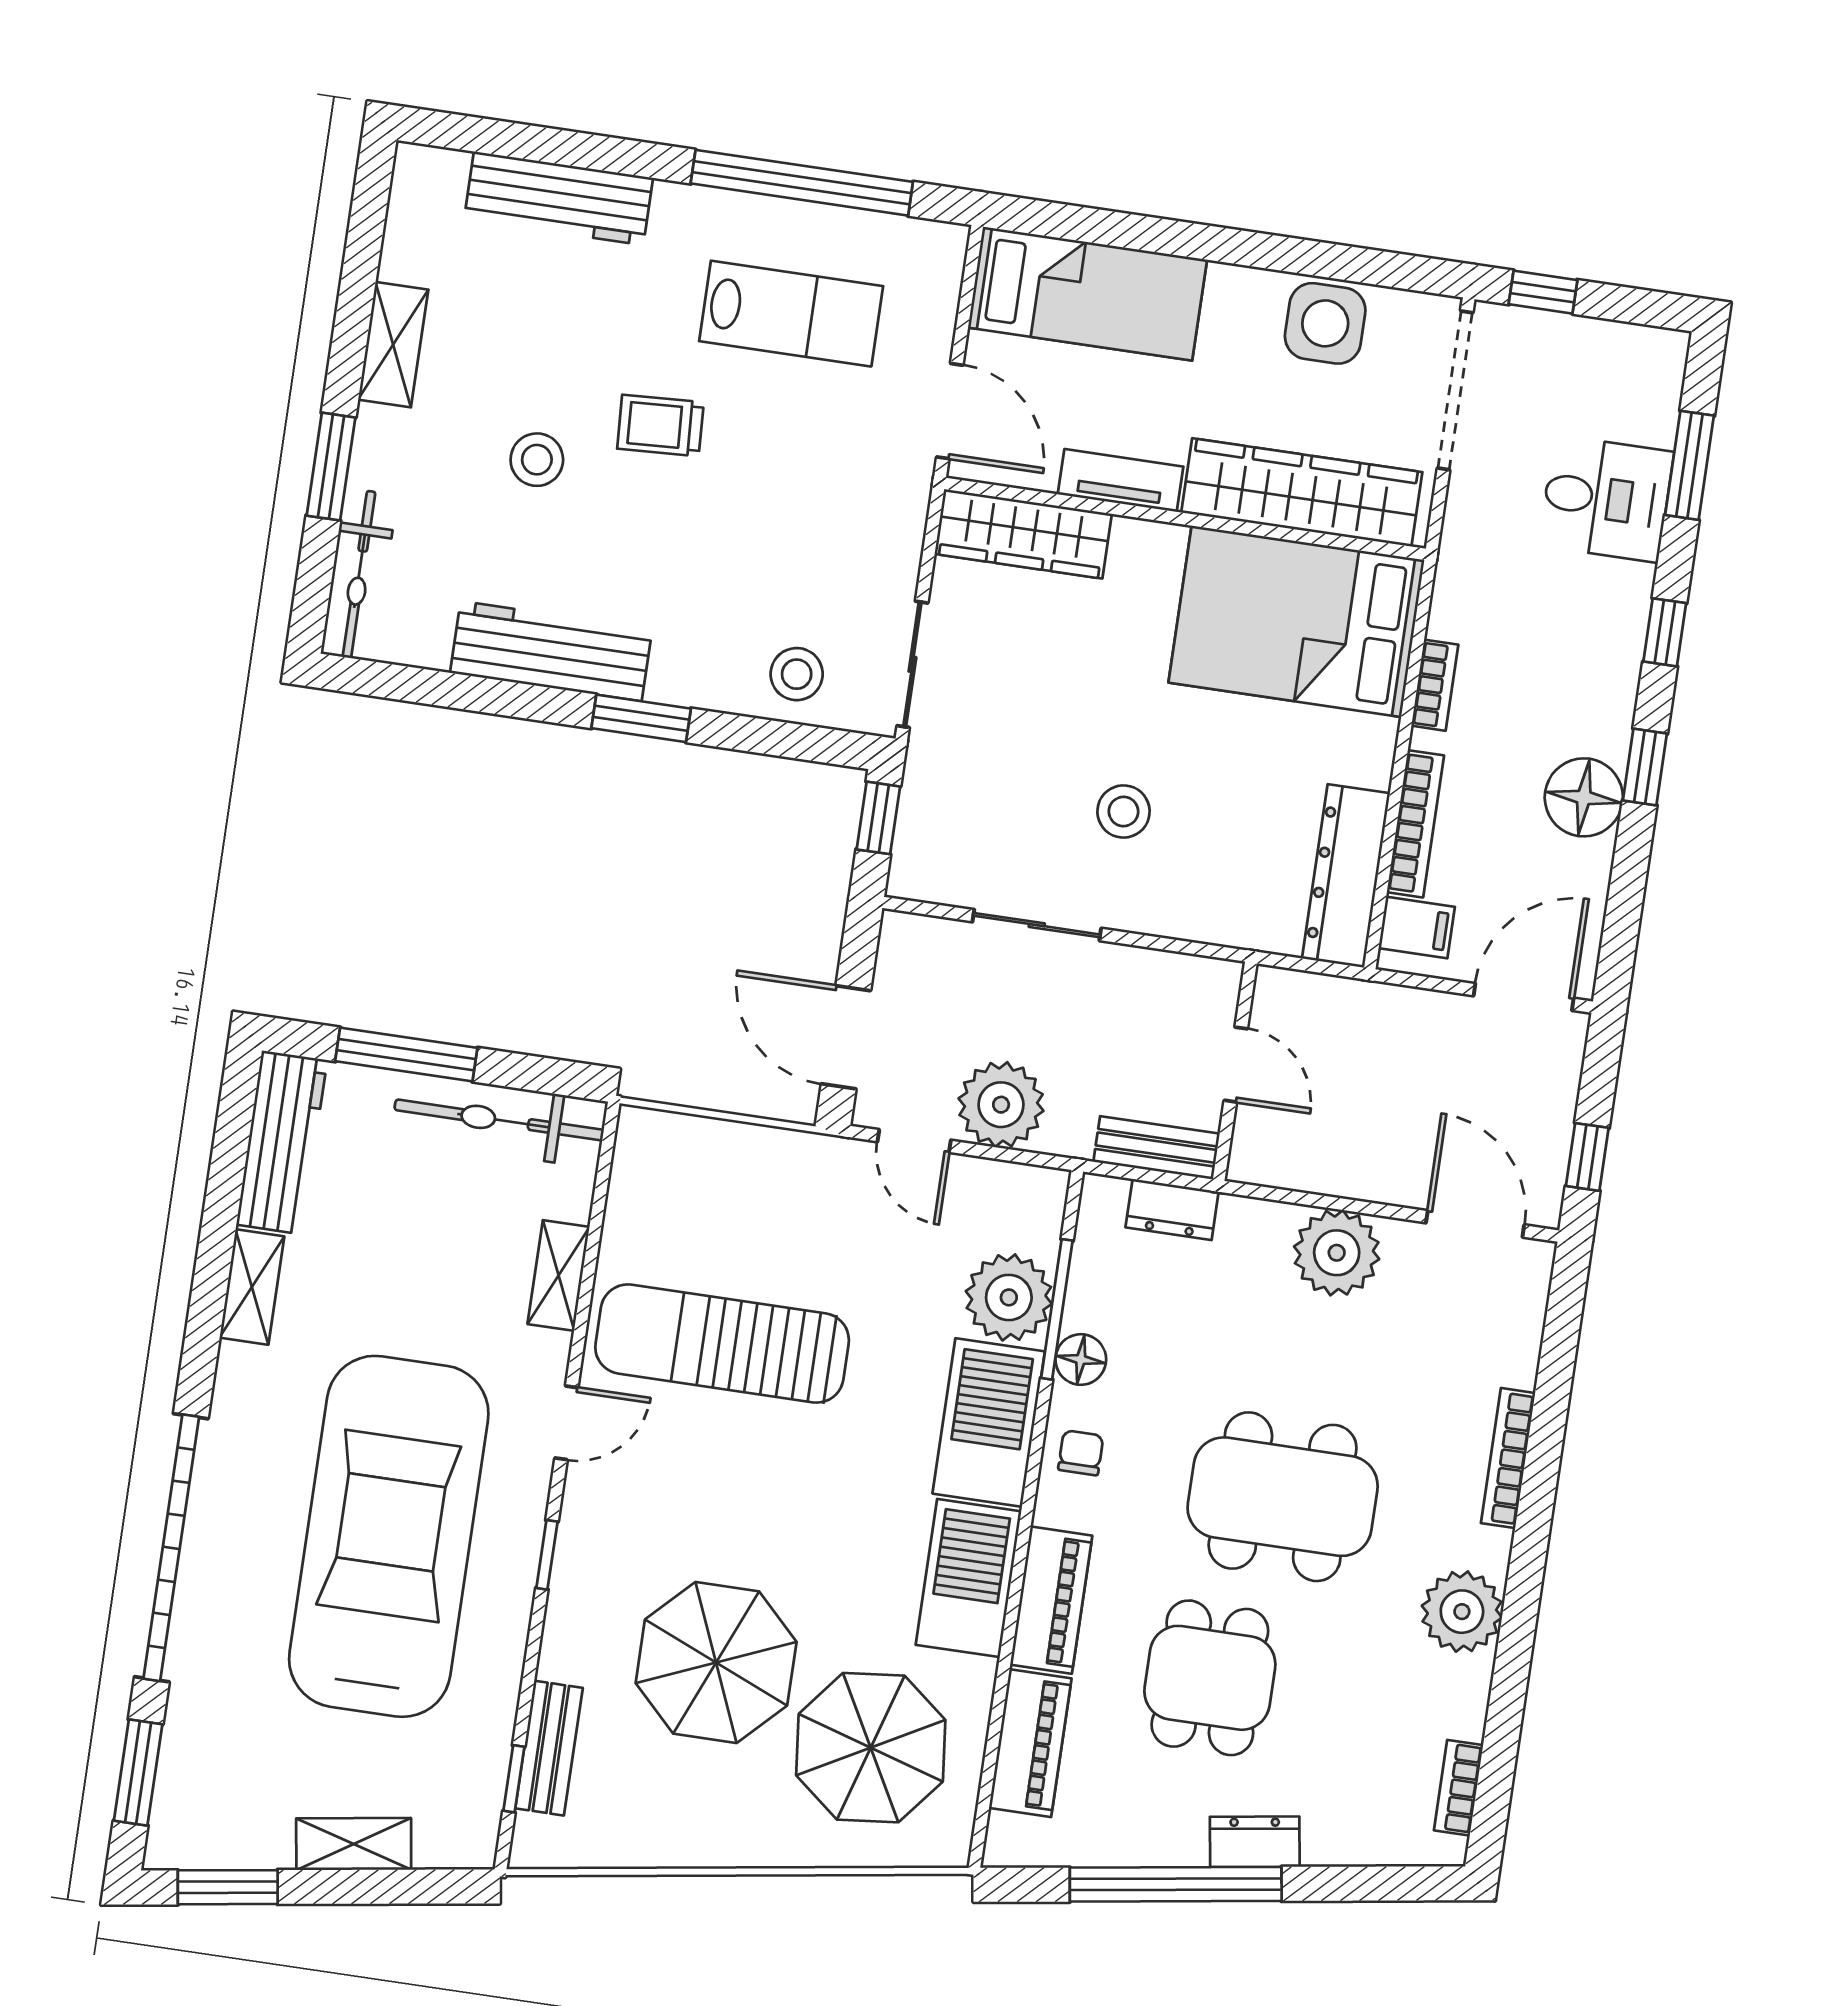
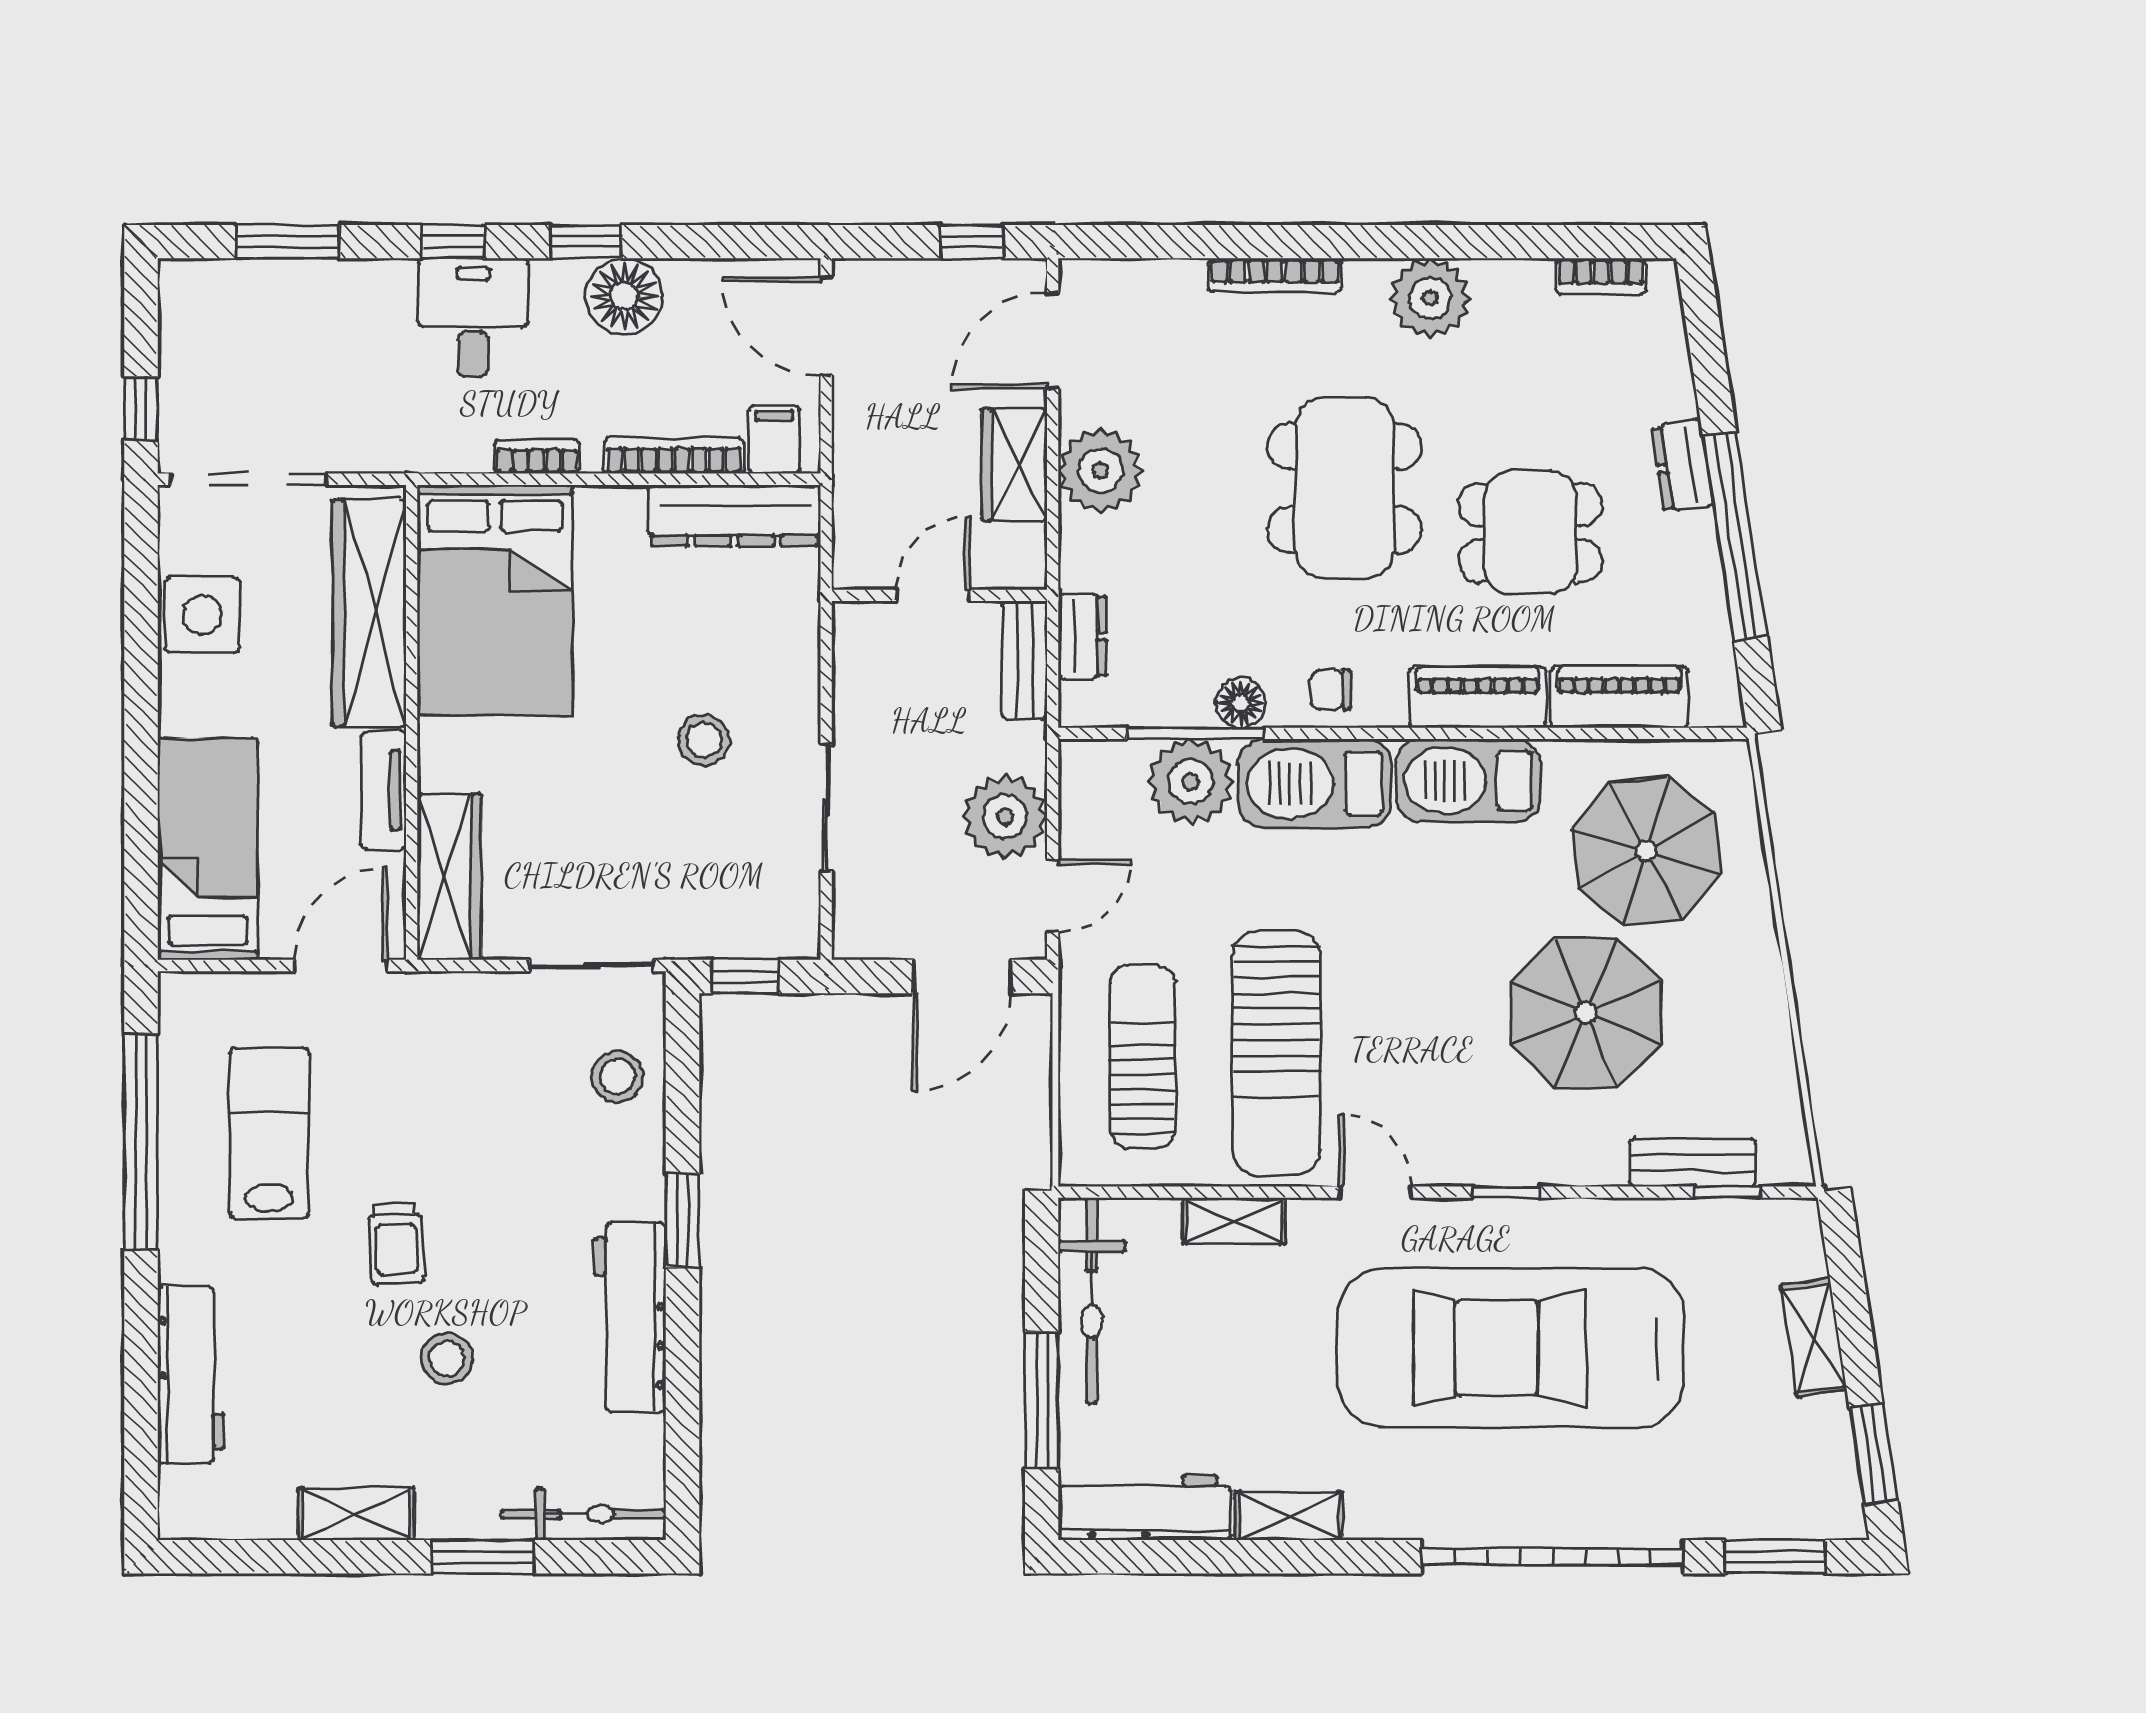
desk: (1606, 499) -> (473, 318), moved
wardrobe: (1356, 1167) -> (1014, 465), added
sun lounger: (738, 1208) -> (1142, 1056), added

